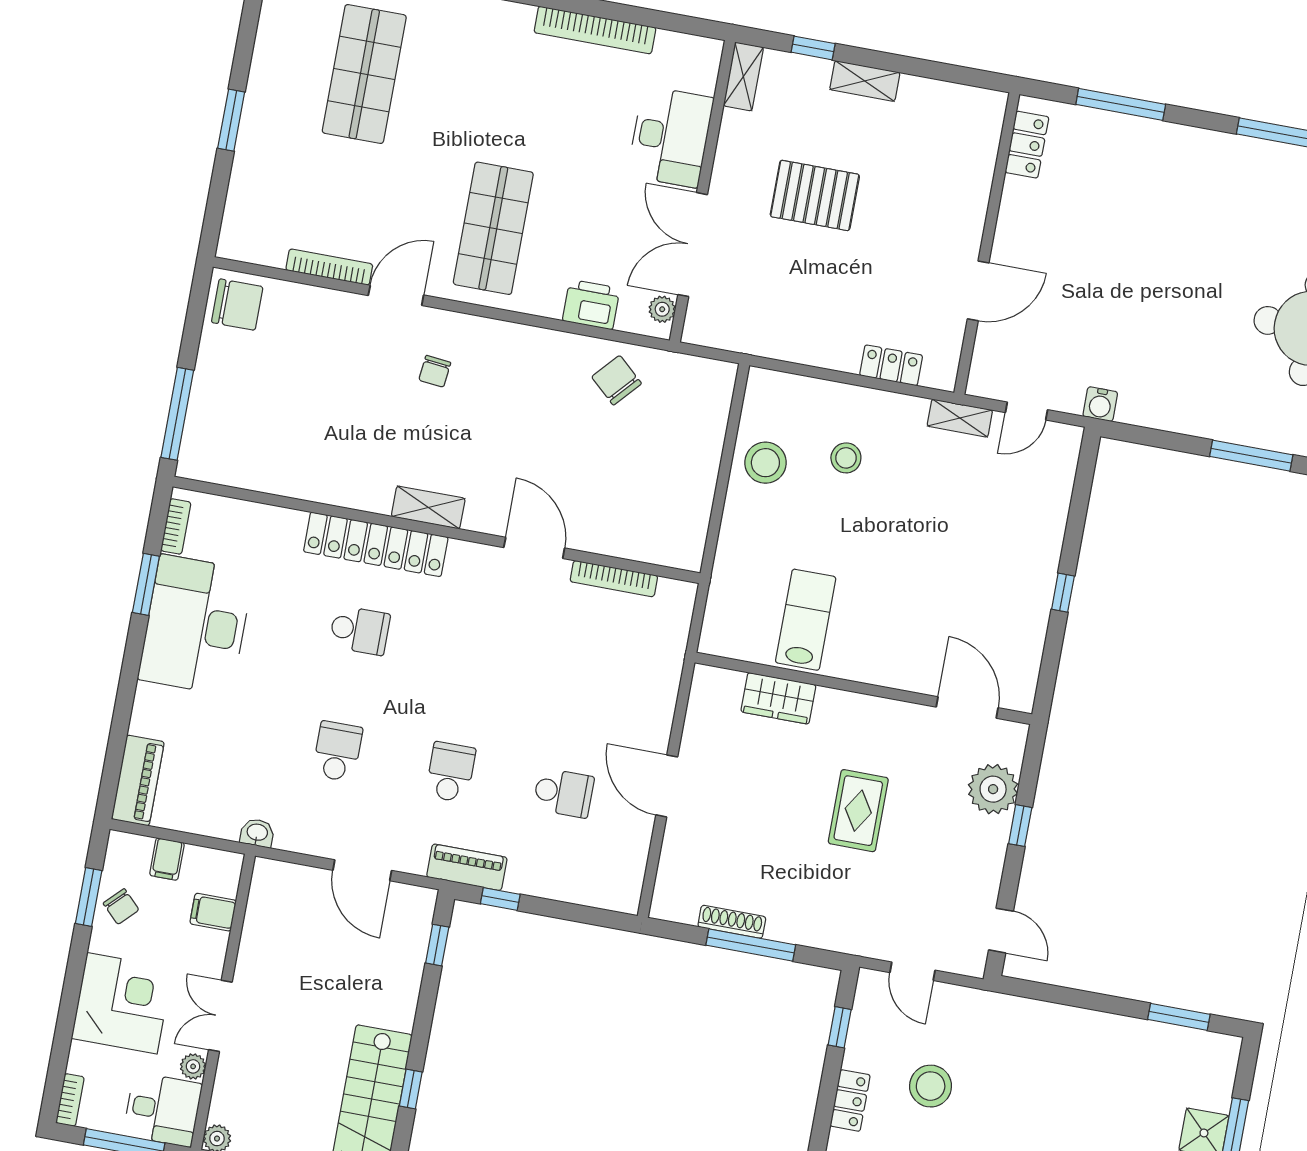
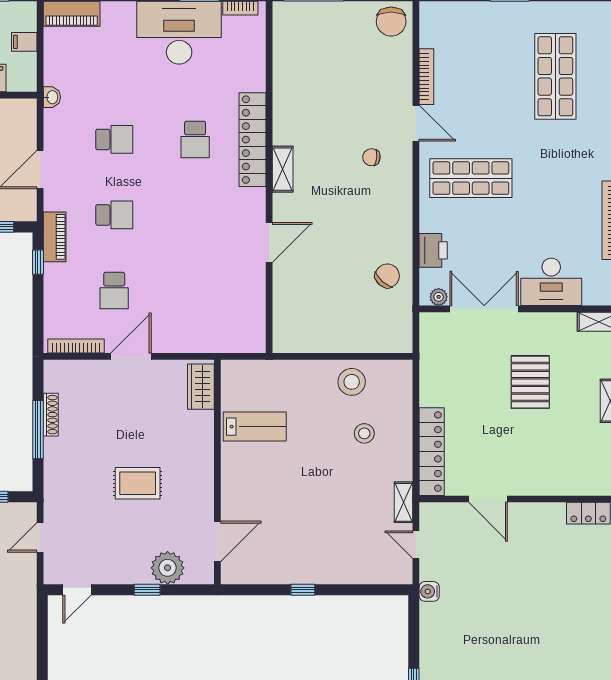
shop shelf: (364, 74) -> (555, 76), turned 90
locker: (891, 365) -> (432, 452), width x2.16, depth x1.21
bookcase: (614, 579) -> (76, 346), moved, turned 90
wardrobe: (778, 698) -> (201, 387), moved

